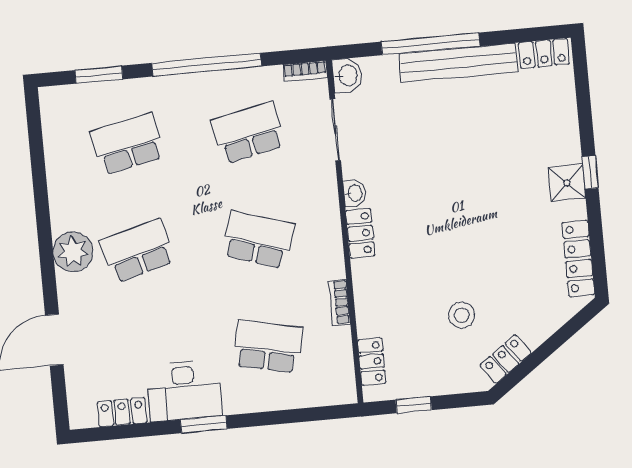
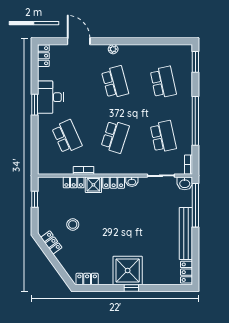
window: (431, 44) -> (195, 205), moved
window: (99, 75) -> (195, 62), moved
shower: (567, 183) -> (128, 270), width x1.86, depth x1.86
plant: (73, 252) -> (113, 49), width x0.53, depth x0.53
locker: (578, 259) -> (87, 279), width x0.66
shower: (369, 278) -> (93, 185), added
school desk: (268, 346) -> (67, 137), turned -36
locker: (372, 362) -> (74, 182), moved
locker: (122, 412) -> (43, 56), moved

